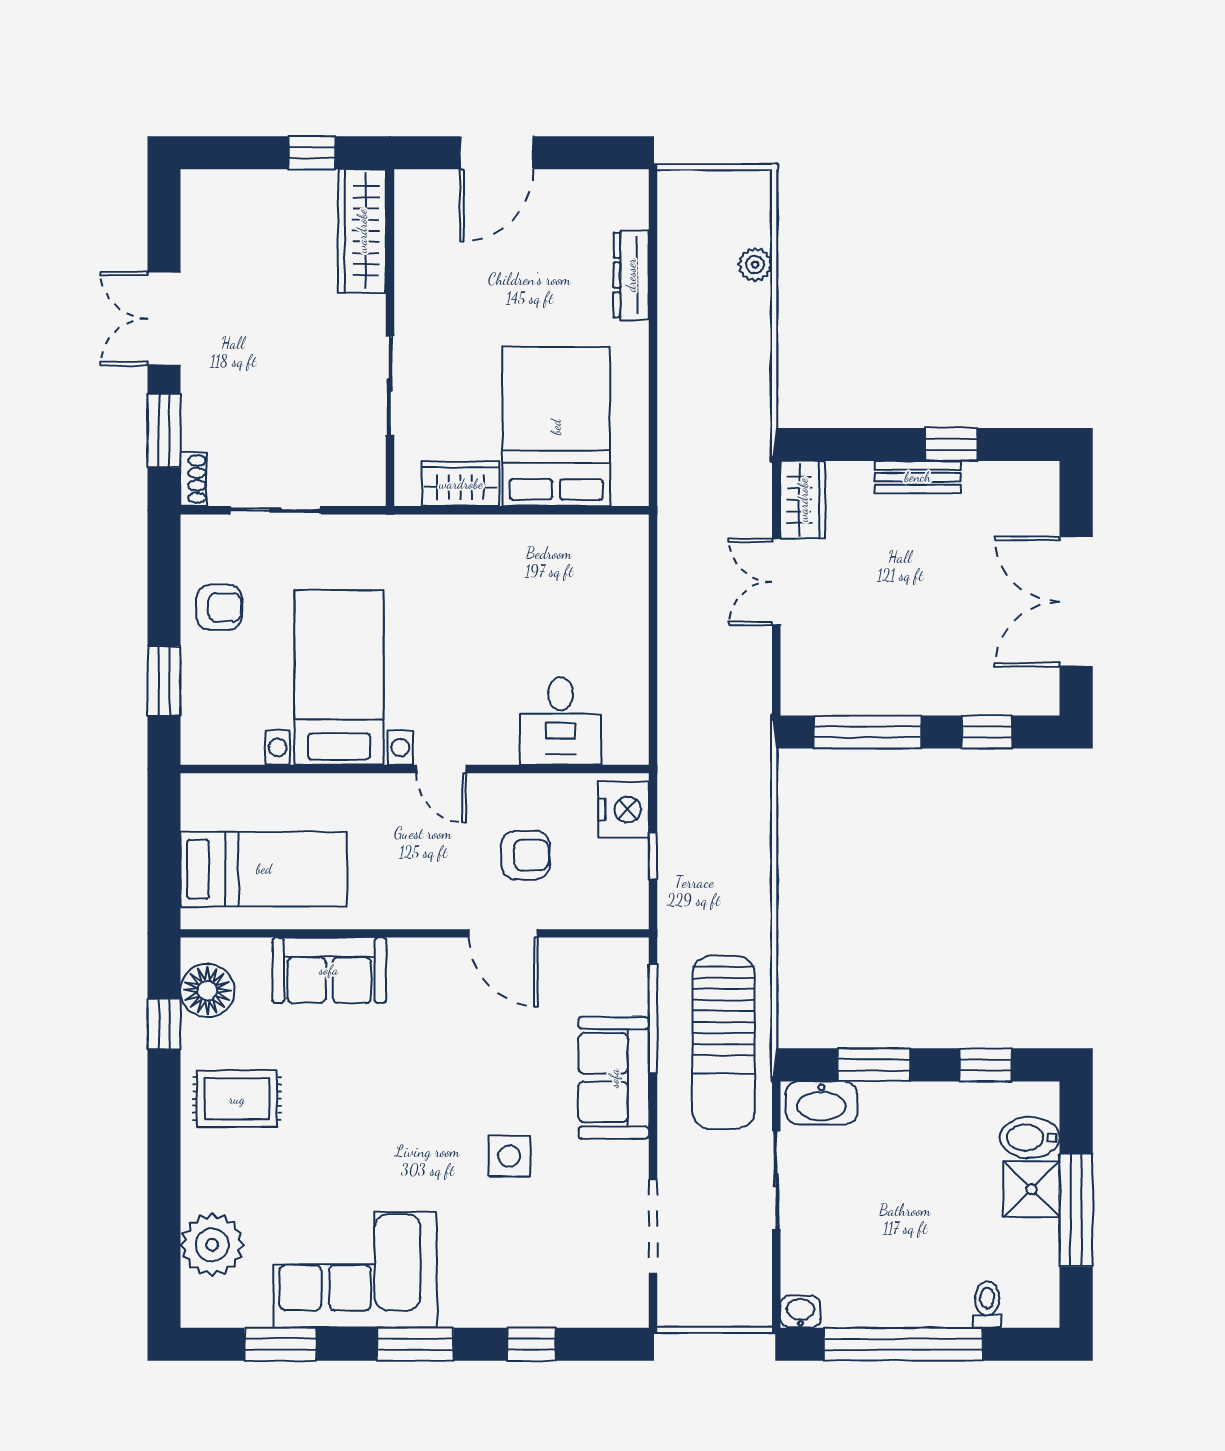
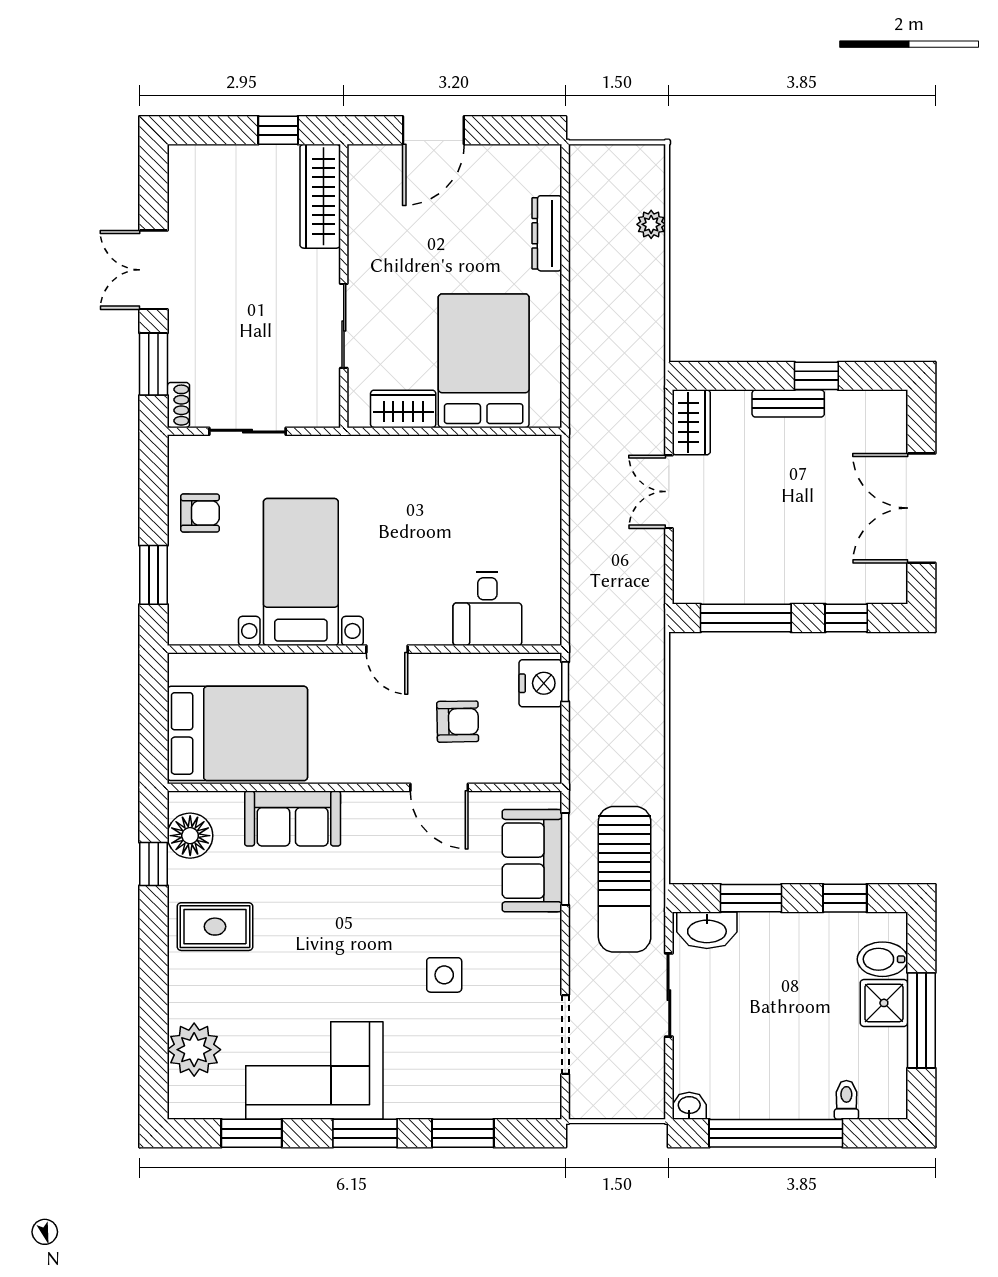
window: (653, 856) -> (565, 682), moved
bed: (264, 869) -> (237, 733), width x1.50
sofa: (614, 1078) -> (532, 861), moved
window: (532, 1344) -> (463, 1133), width x1.50

